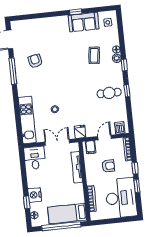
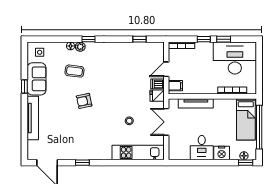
tv unit: (48, 22) -> (33, 118), added
armchair: (35, 61) -> (84, 101), moved
window: (13, 71) -> (82, 163), width x0.46
window: (127, 91) -> (140, 39), moved
cafe table: (109, 93) -> (118, 59), removed
dishwasher: (120, 128) -> (157, 84), moved
door: (105, 137) -> (166, 69), hinge flipped
desk: (35, 158) -> (202, 148), moved, turned -90
armchair: (108, 166) -> (198, 68), removed
window: (27, 202) -> (246, 163), moved

